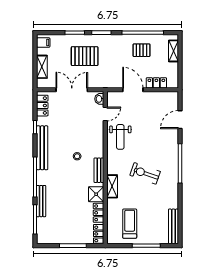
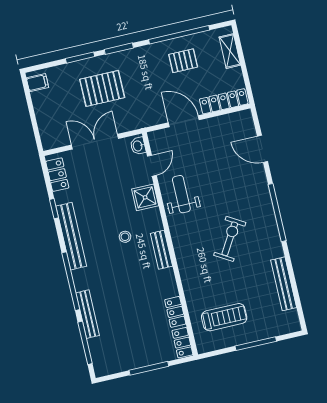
shelving: (42, 67) -> (44, 118), removed
locker: (156, 83) -> (224, 101), width x1.53
door: (180, 120) -> (262, 149), hinge flipped
weight bench: (120, 137) -> (181, 194), turned 180
exercise bike: (145, 173) -> (230, 239), turned 102
shelving: (112, 186) -> (186, 269), removed
shower: (96, 194) -> (145, 197), moved
treadmill: (130, 224) -> (224, 317), turned 90
bench: (173, 226) -> (284, 284), moved

